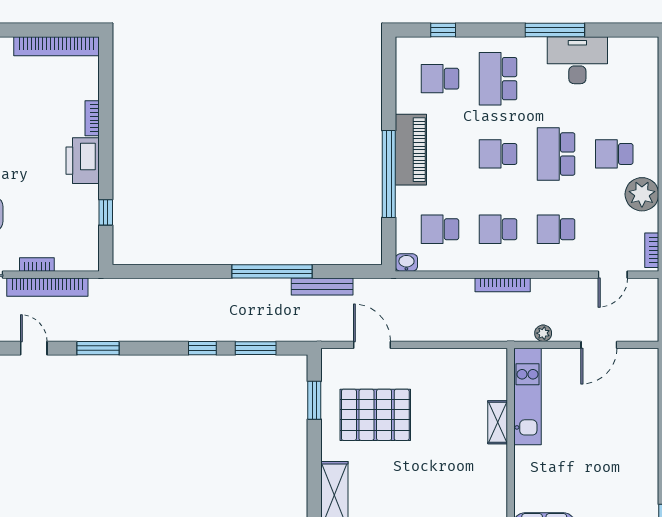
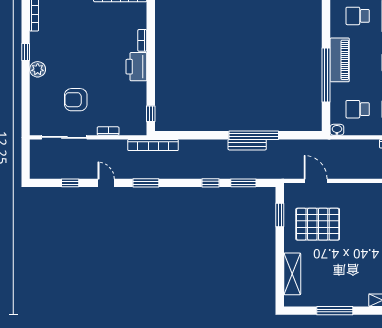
window: (106, 212) -> (151, 114), moved
bookcase: (47, 287) -> (153, 145), moved
bench: (322, 287) -> (247, 145), moved

